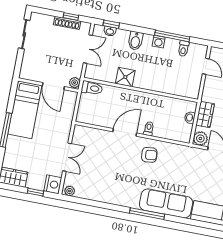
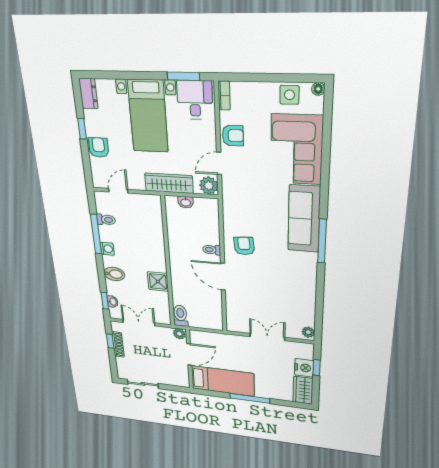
wardrobe: (205, 114) -> (169, 183), width x1.50
nightstand: (53, 184) -> (304, 368), moved, turned 90

